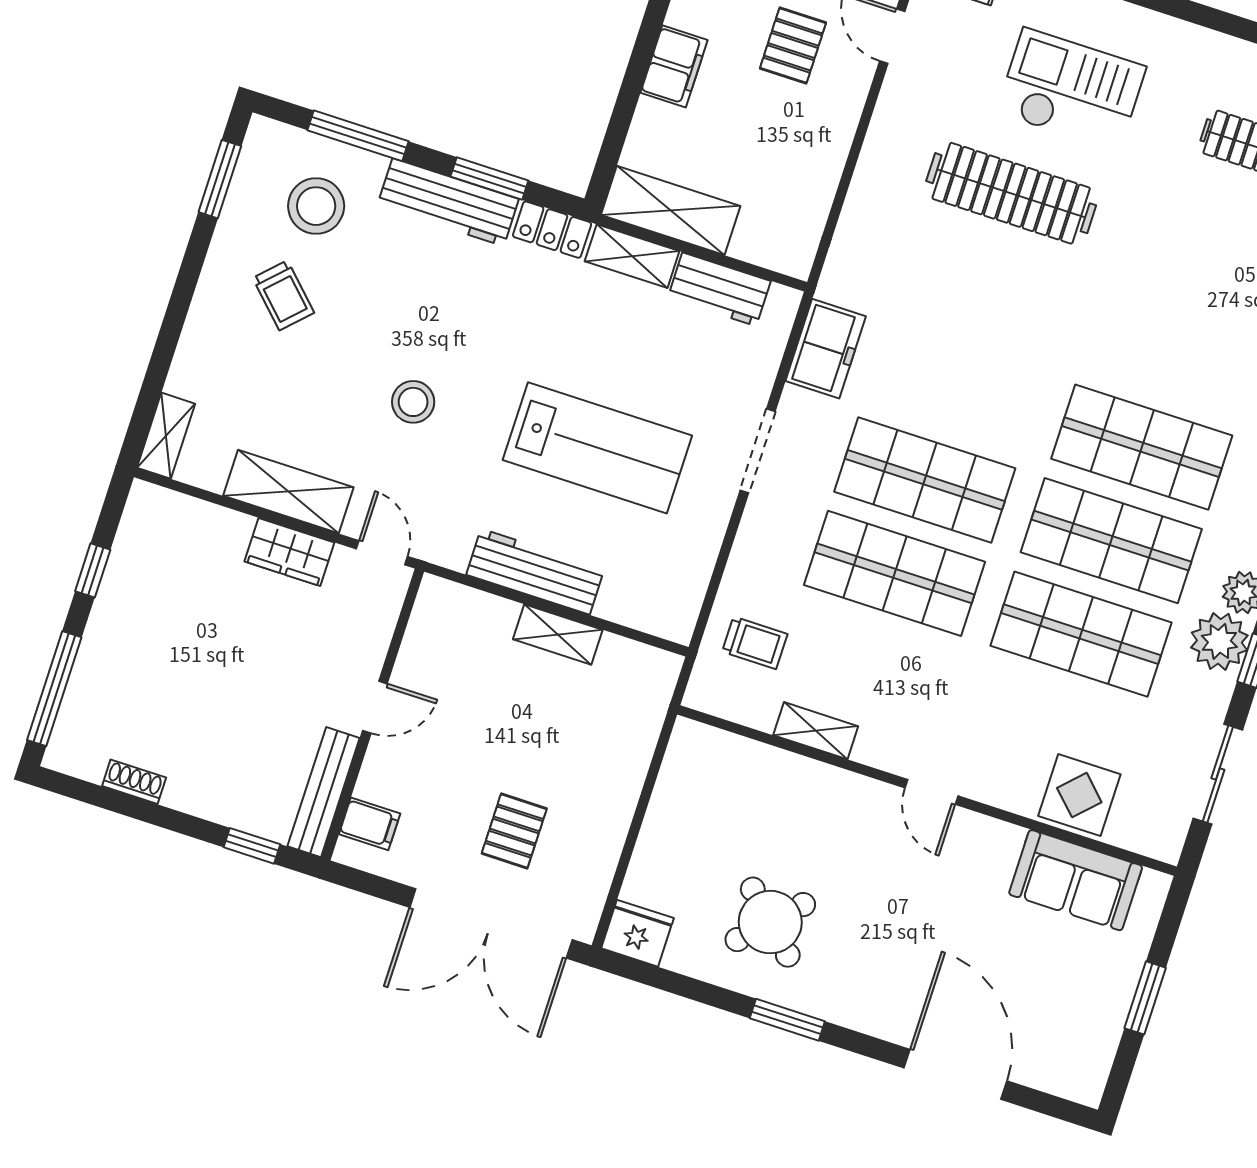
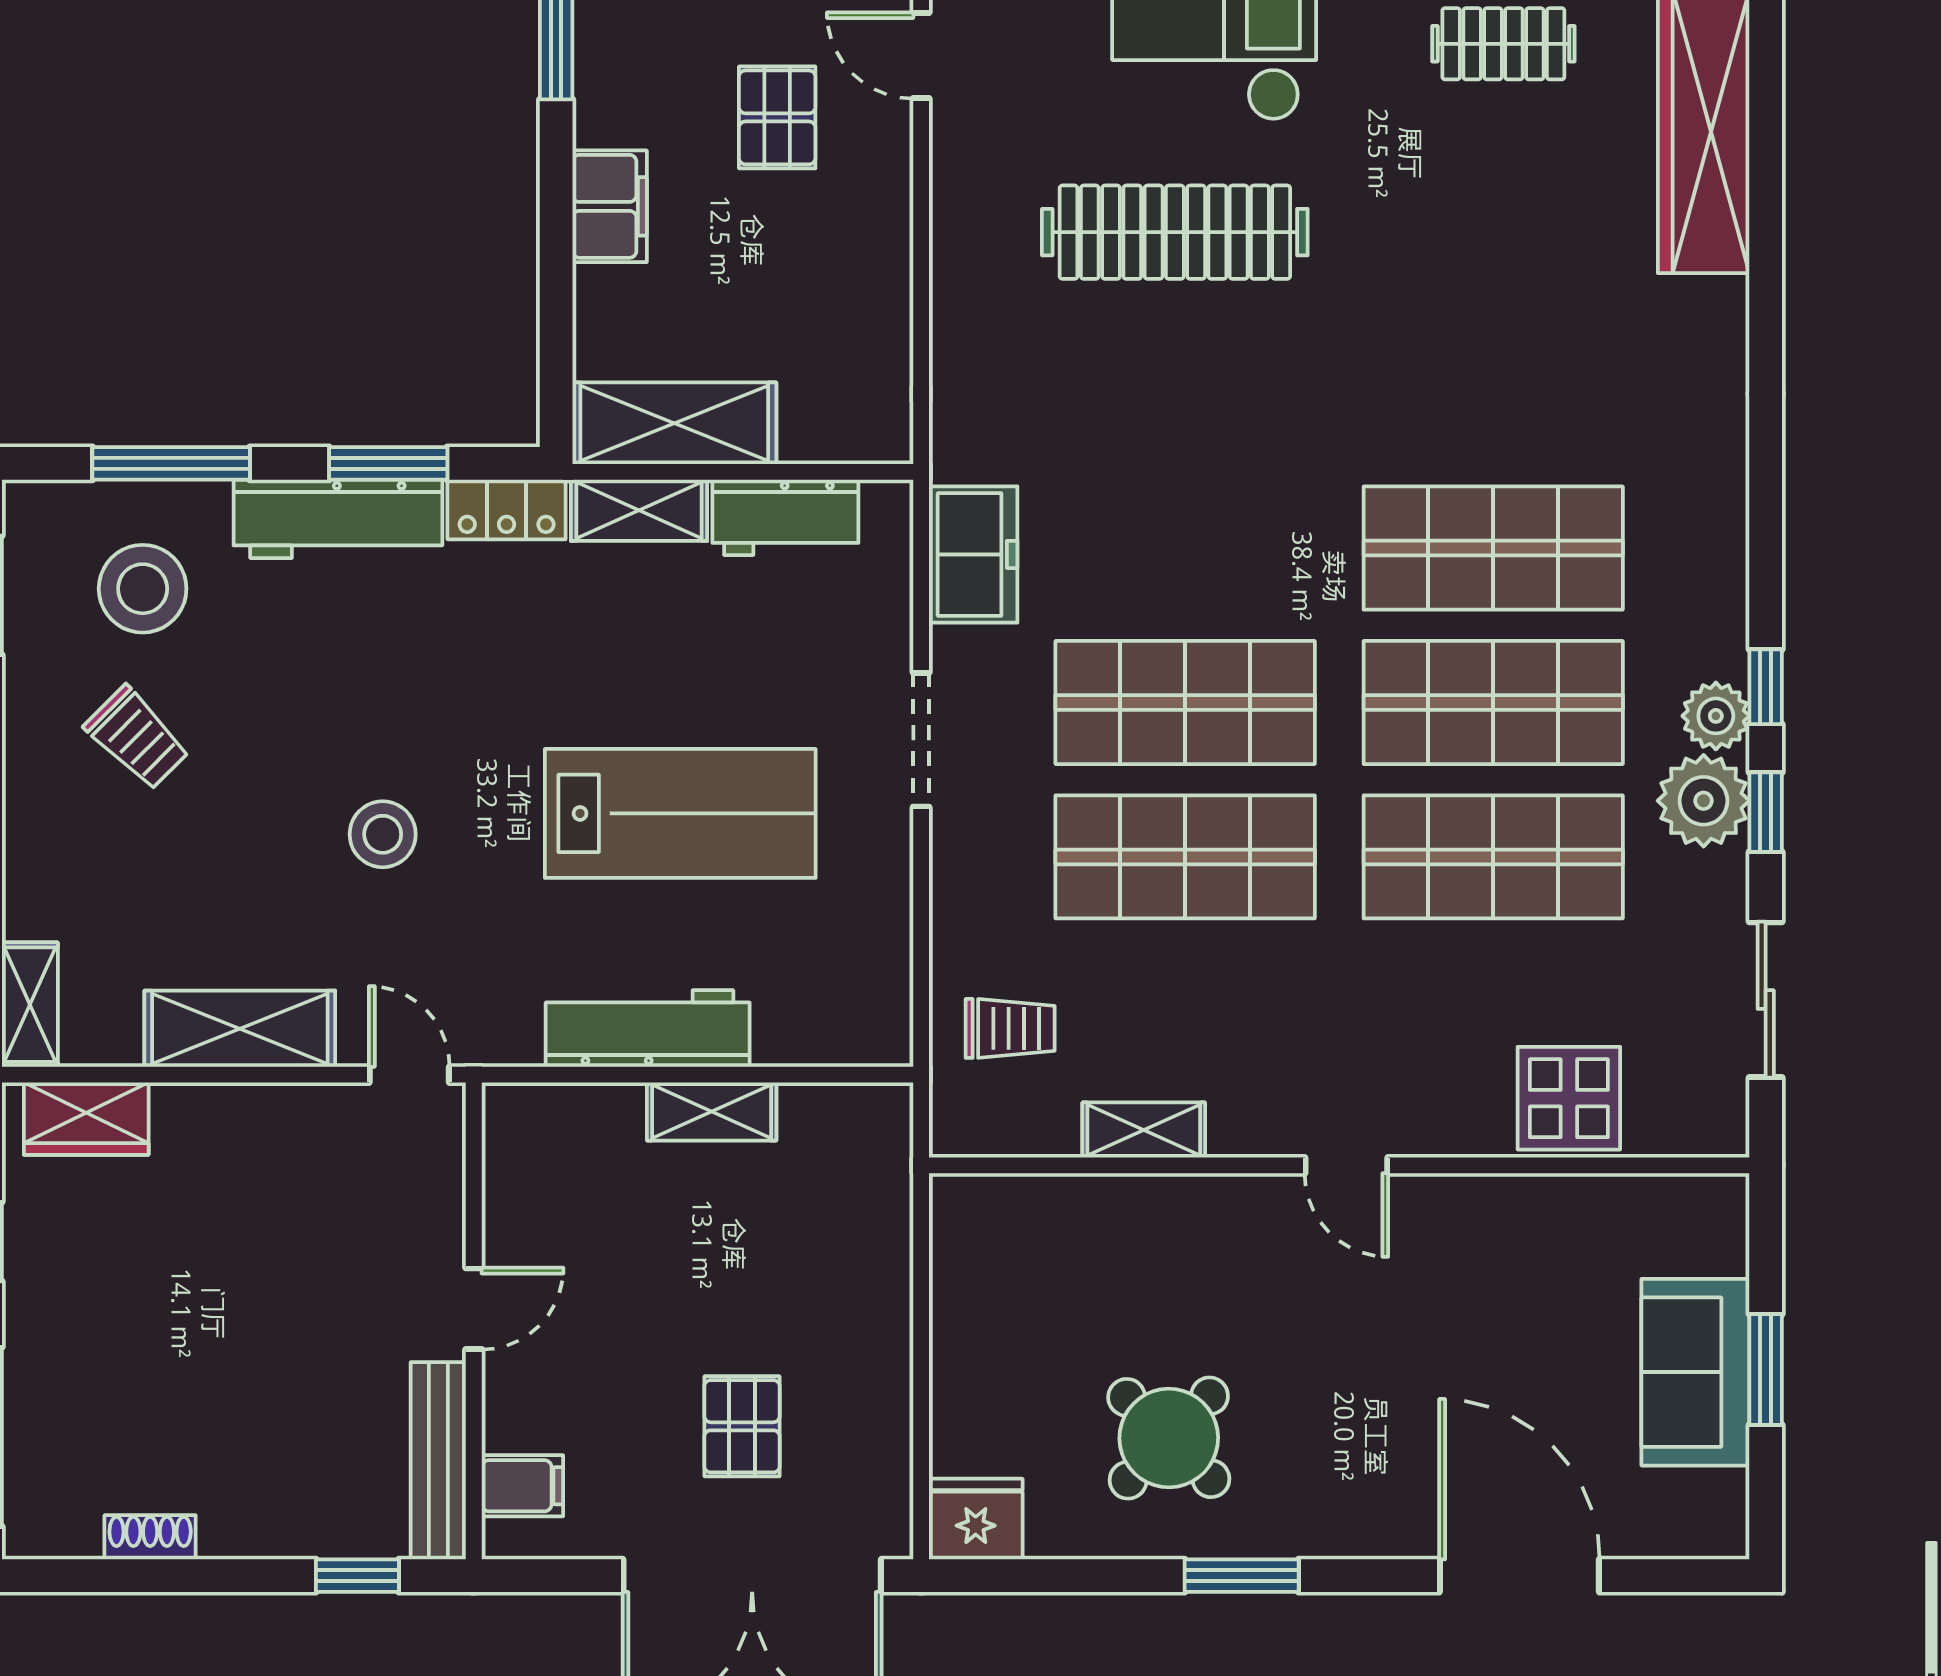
wardrobe: (289, 552) -> (86, 1119), moved
sofa: (1076, 880) -> (1695, 1372), moved, turned 90

